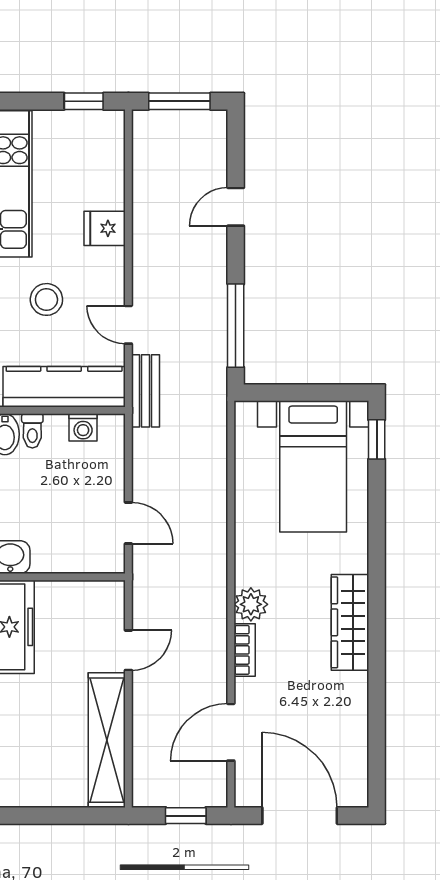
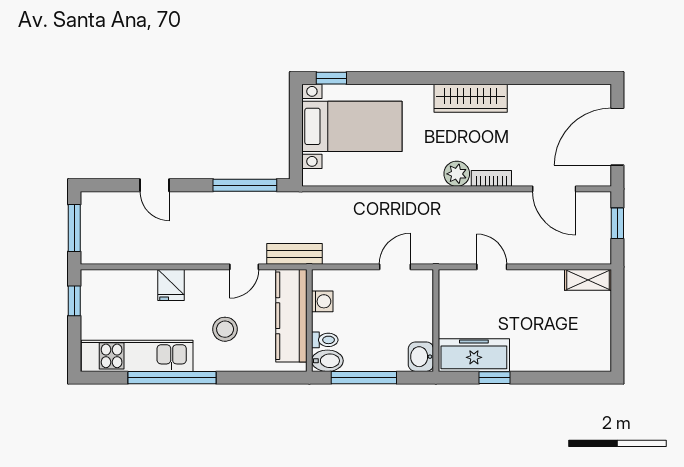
shelving: (107, 740) -> (588, 280), width x0.45, depth x0.75

